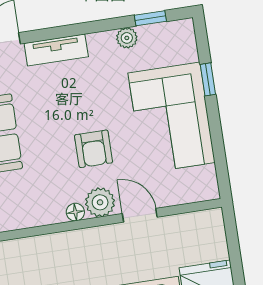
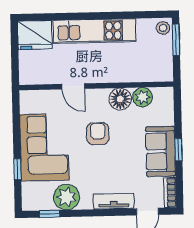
plant: (127, 38) -> (67, 197), width x1.88, depth x1.88
plant: (100, 202) -> (142, 97), moved
floor lamp: (75, 212) -> (120, 99), width x1.89, depth x1.89

